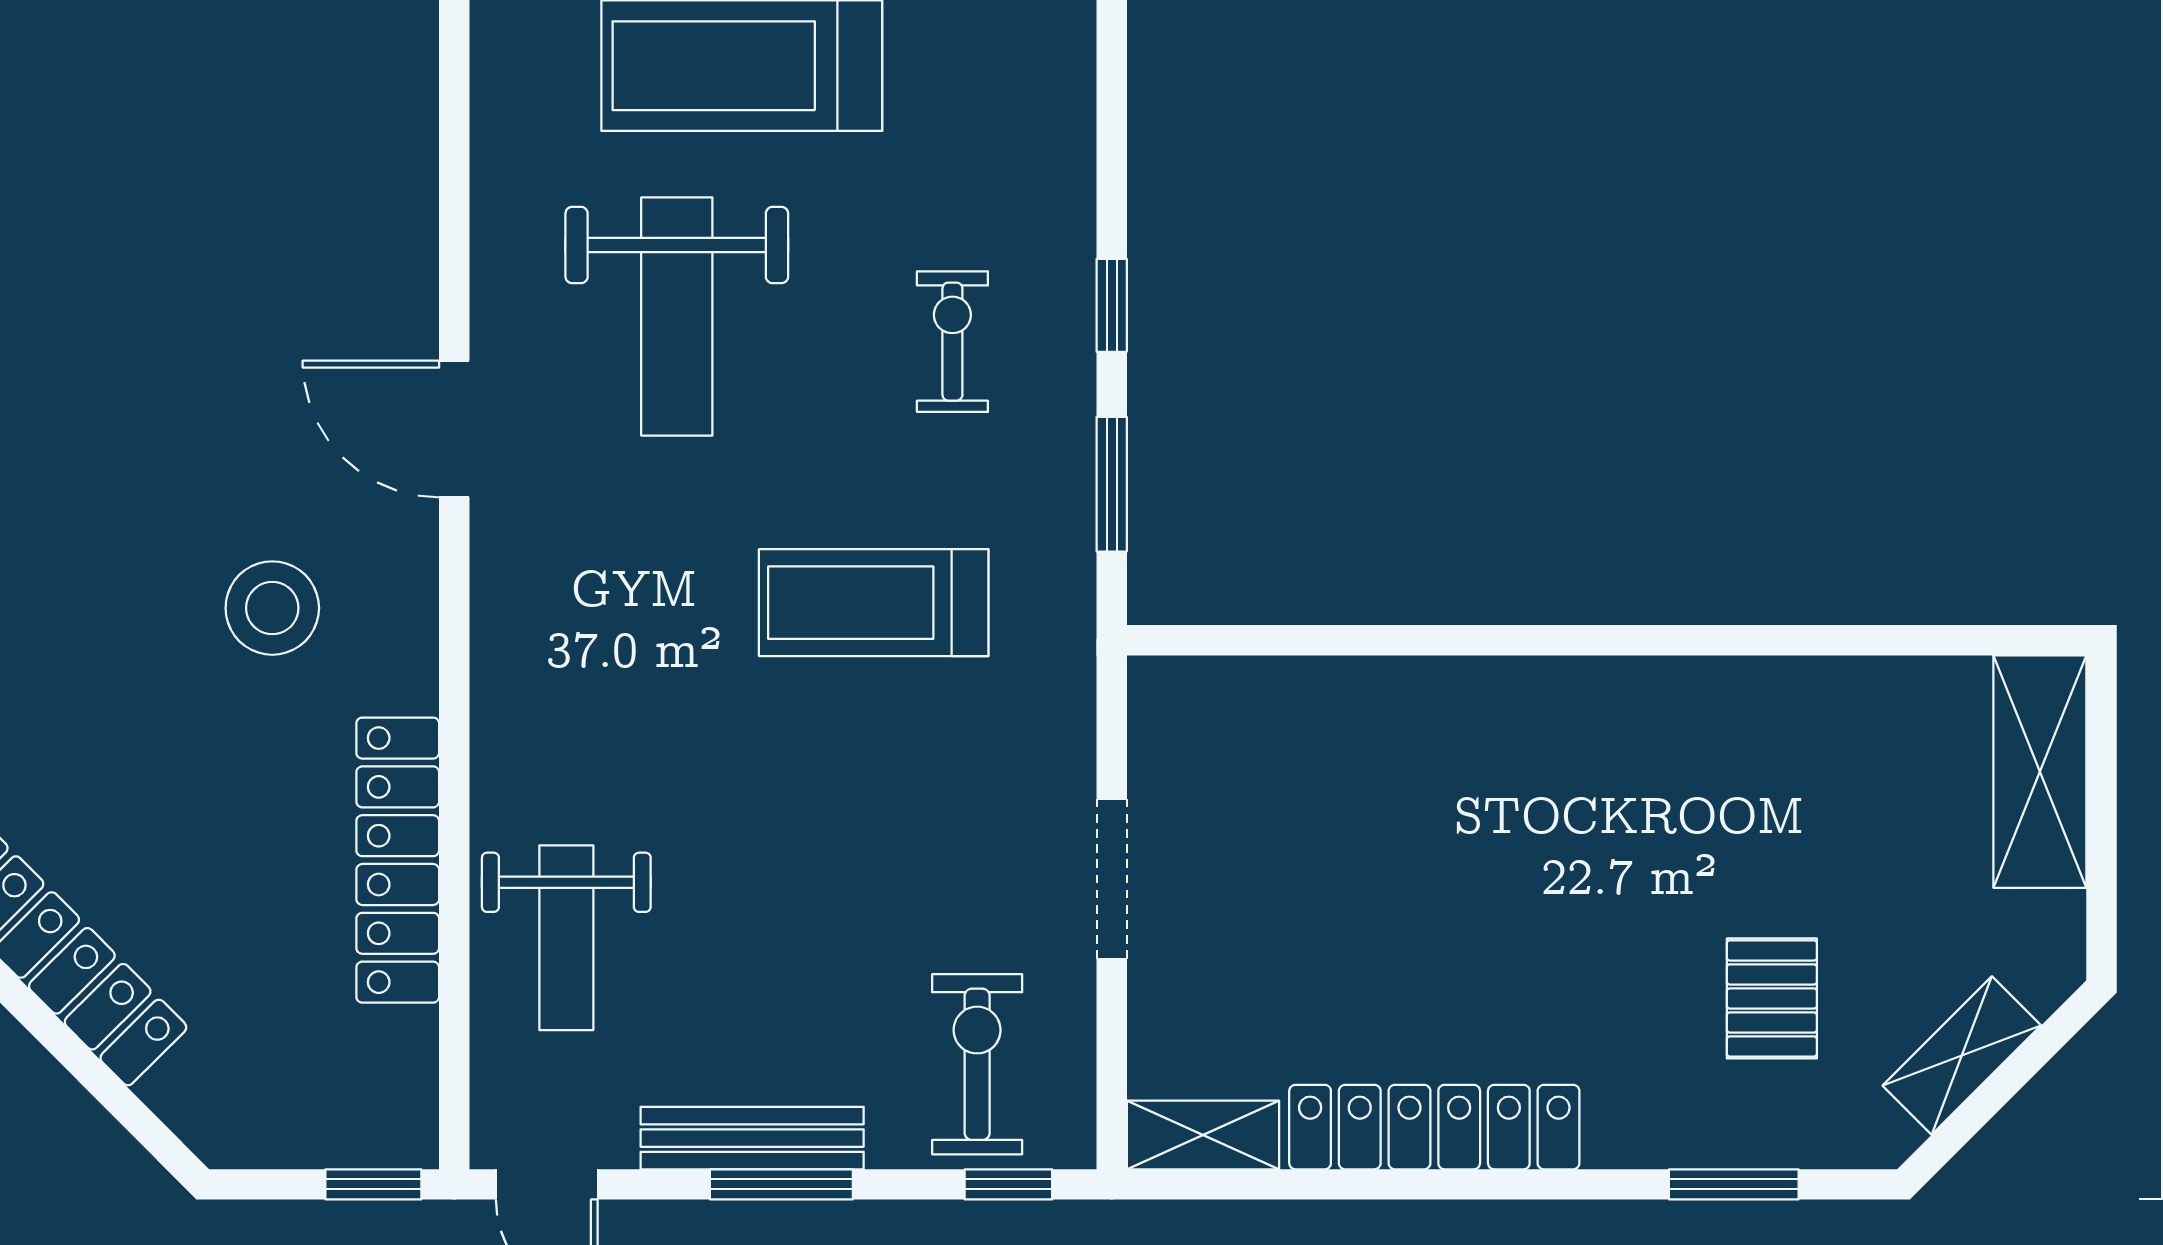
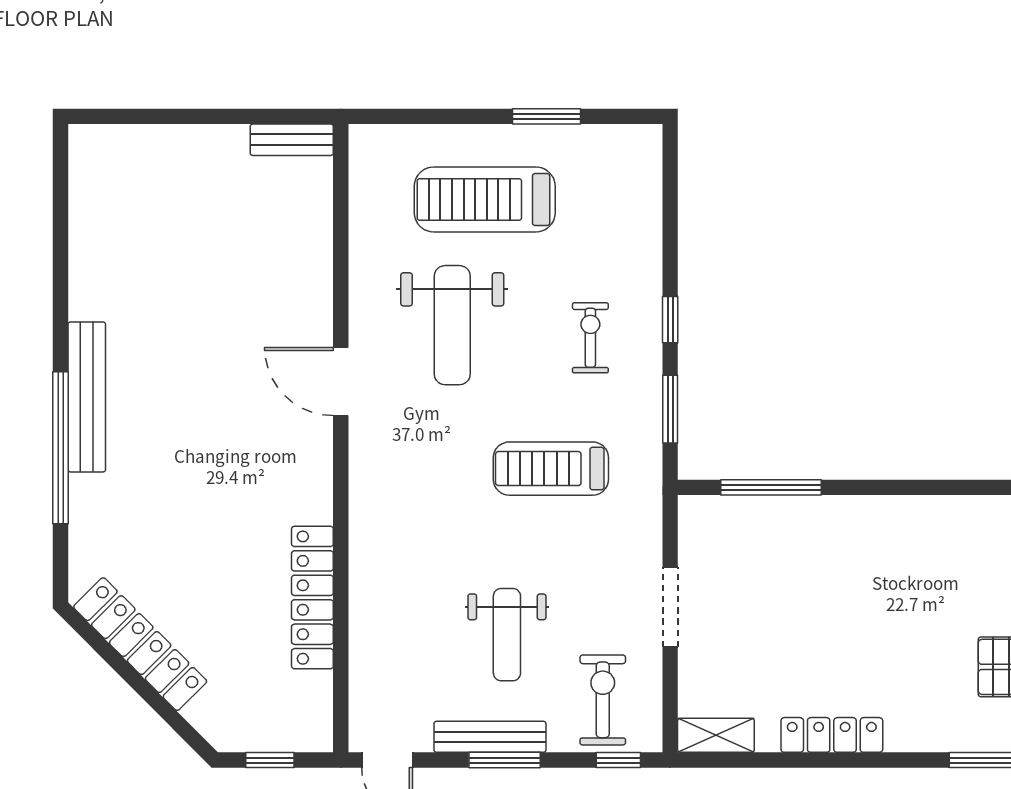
stool: (272, 608) -> (250, 471), removed
window: (1313, 640) -> (771, 487), added
weight bench: (566, 938) -> (507, 635), moved
locker: (1434, 1127) -> (832, 735), width x0.71, depth x0.83
window: (373, 1184) -> (270, 760), moved

